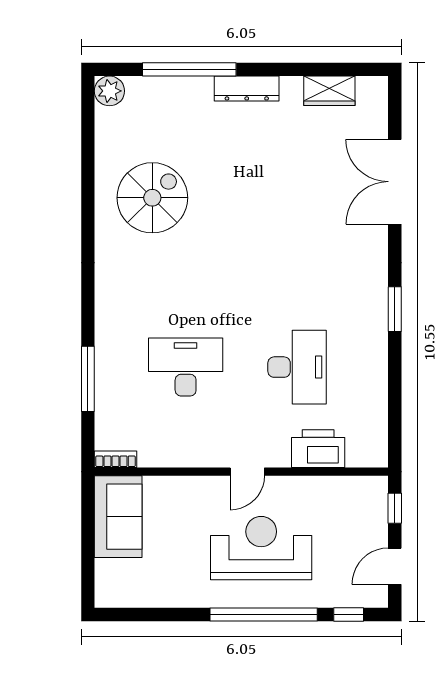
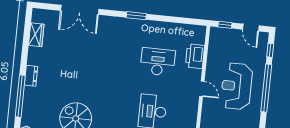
dresser: (247, 89) -> (31, 76), width x0.70

